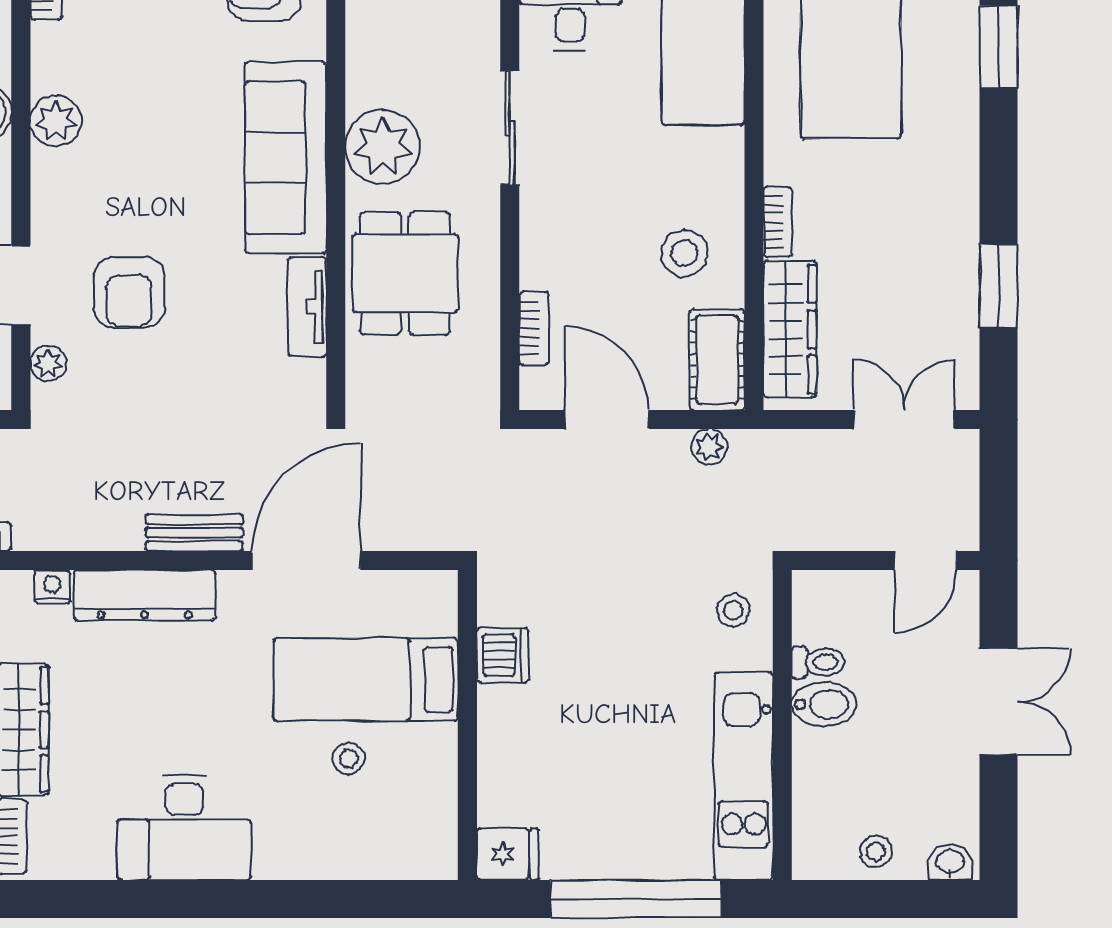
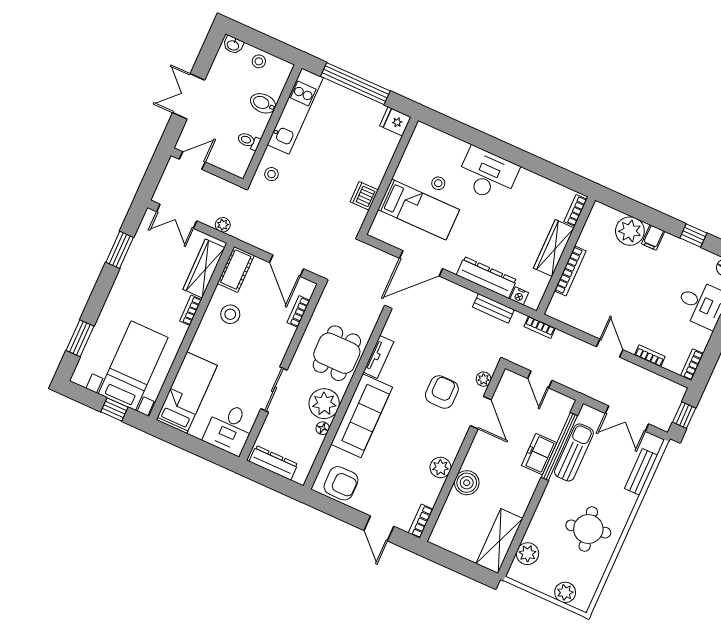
floor lamp: (361, 90) -> (323, 428), added
plant: (709, 447) -> (223, 225), moved
bench: (194, 533) -> (493, 308), moved
bidet: (824, 705) -> (263, 103), moved
desk: (184, 828) -> (488, 175), moved

